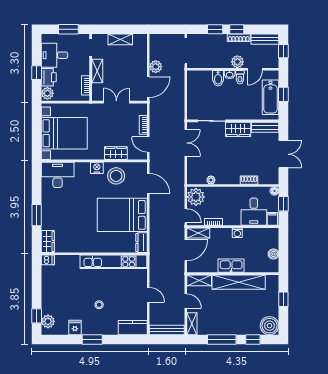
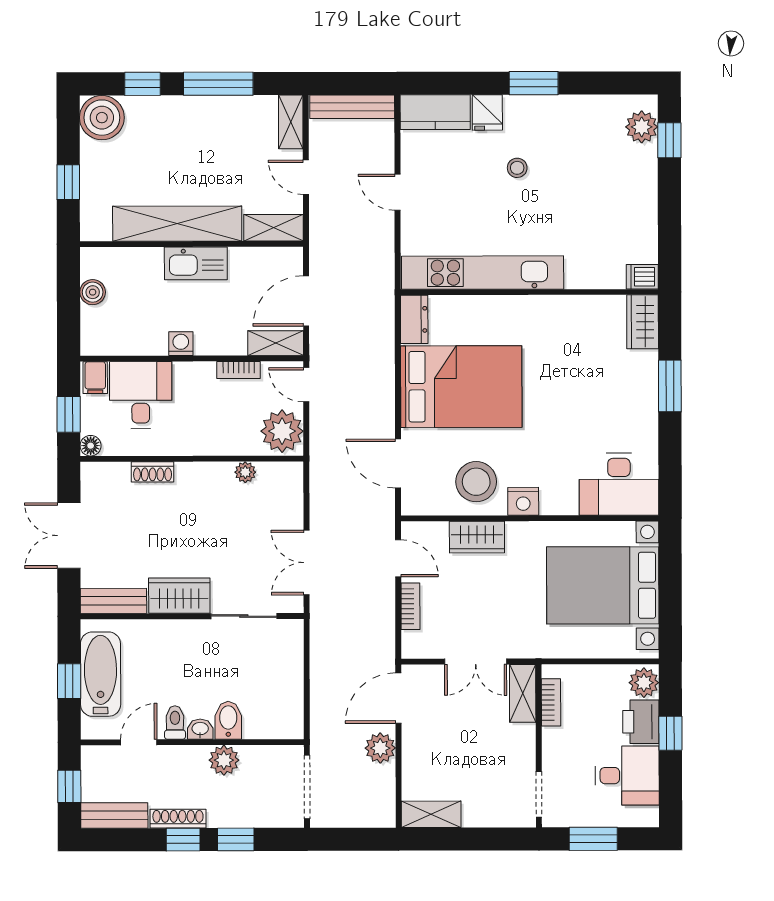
shelving: (120, 39) -> (431, 814), moved
plant: (237, 62) -> (224, 760), moved
shelving: (97, 71) -> (523, 693), moved
fridge: (75, 327) -> (487, 112), moved

